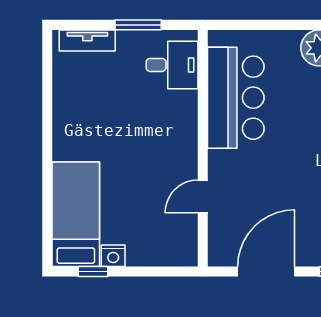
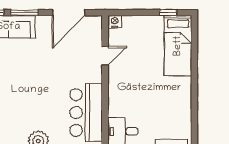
nightstand: (113, 256) -> (115, 22), moved

